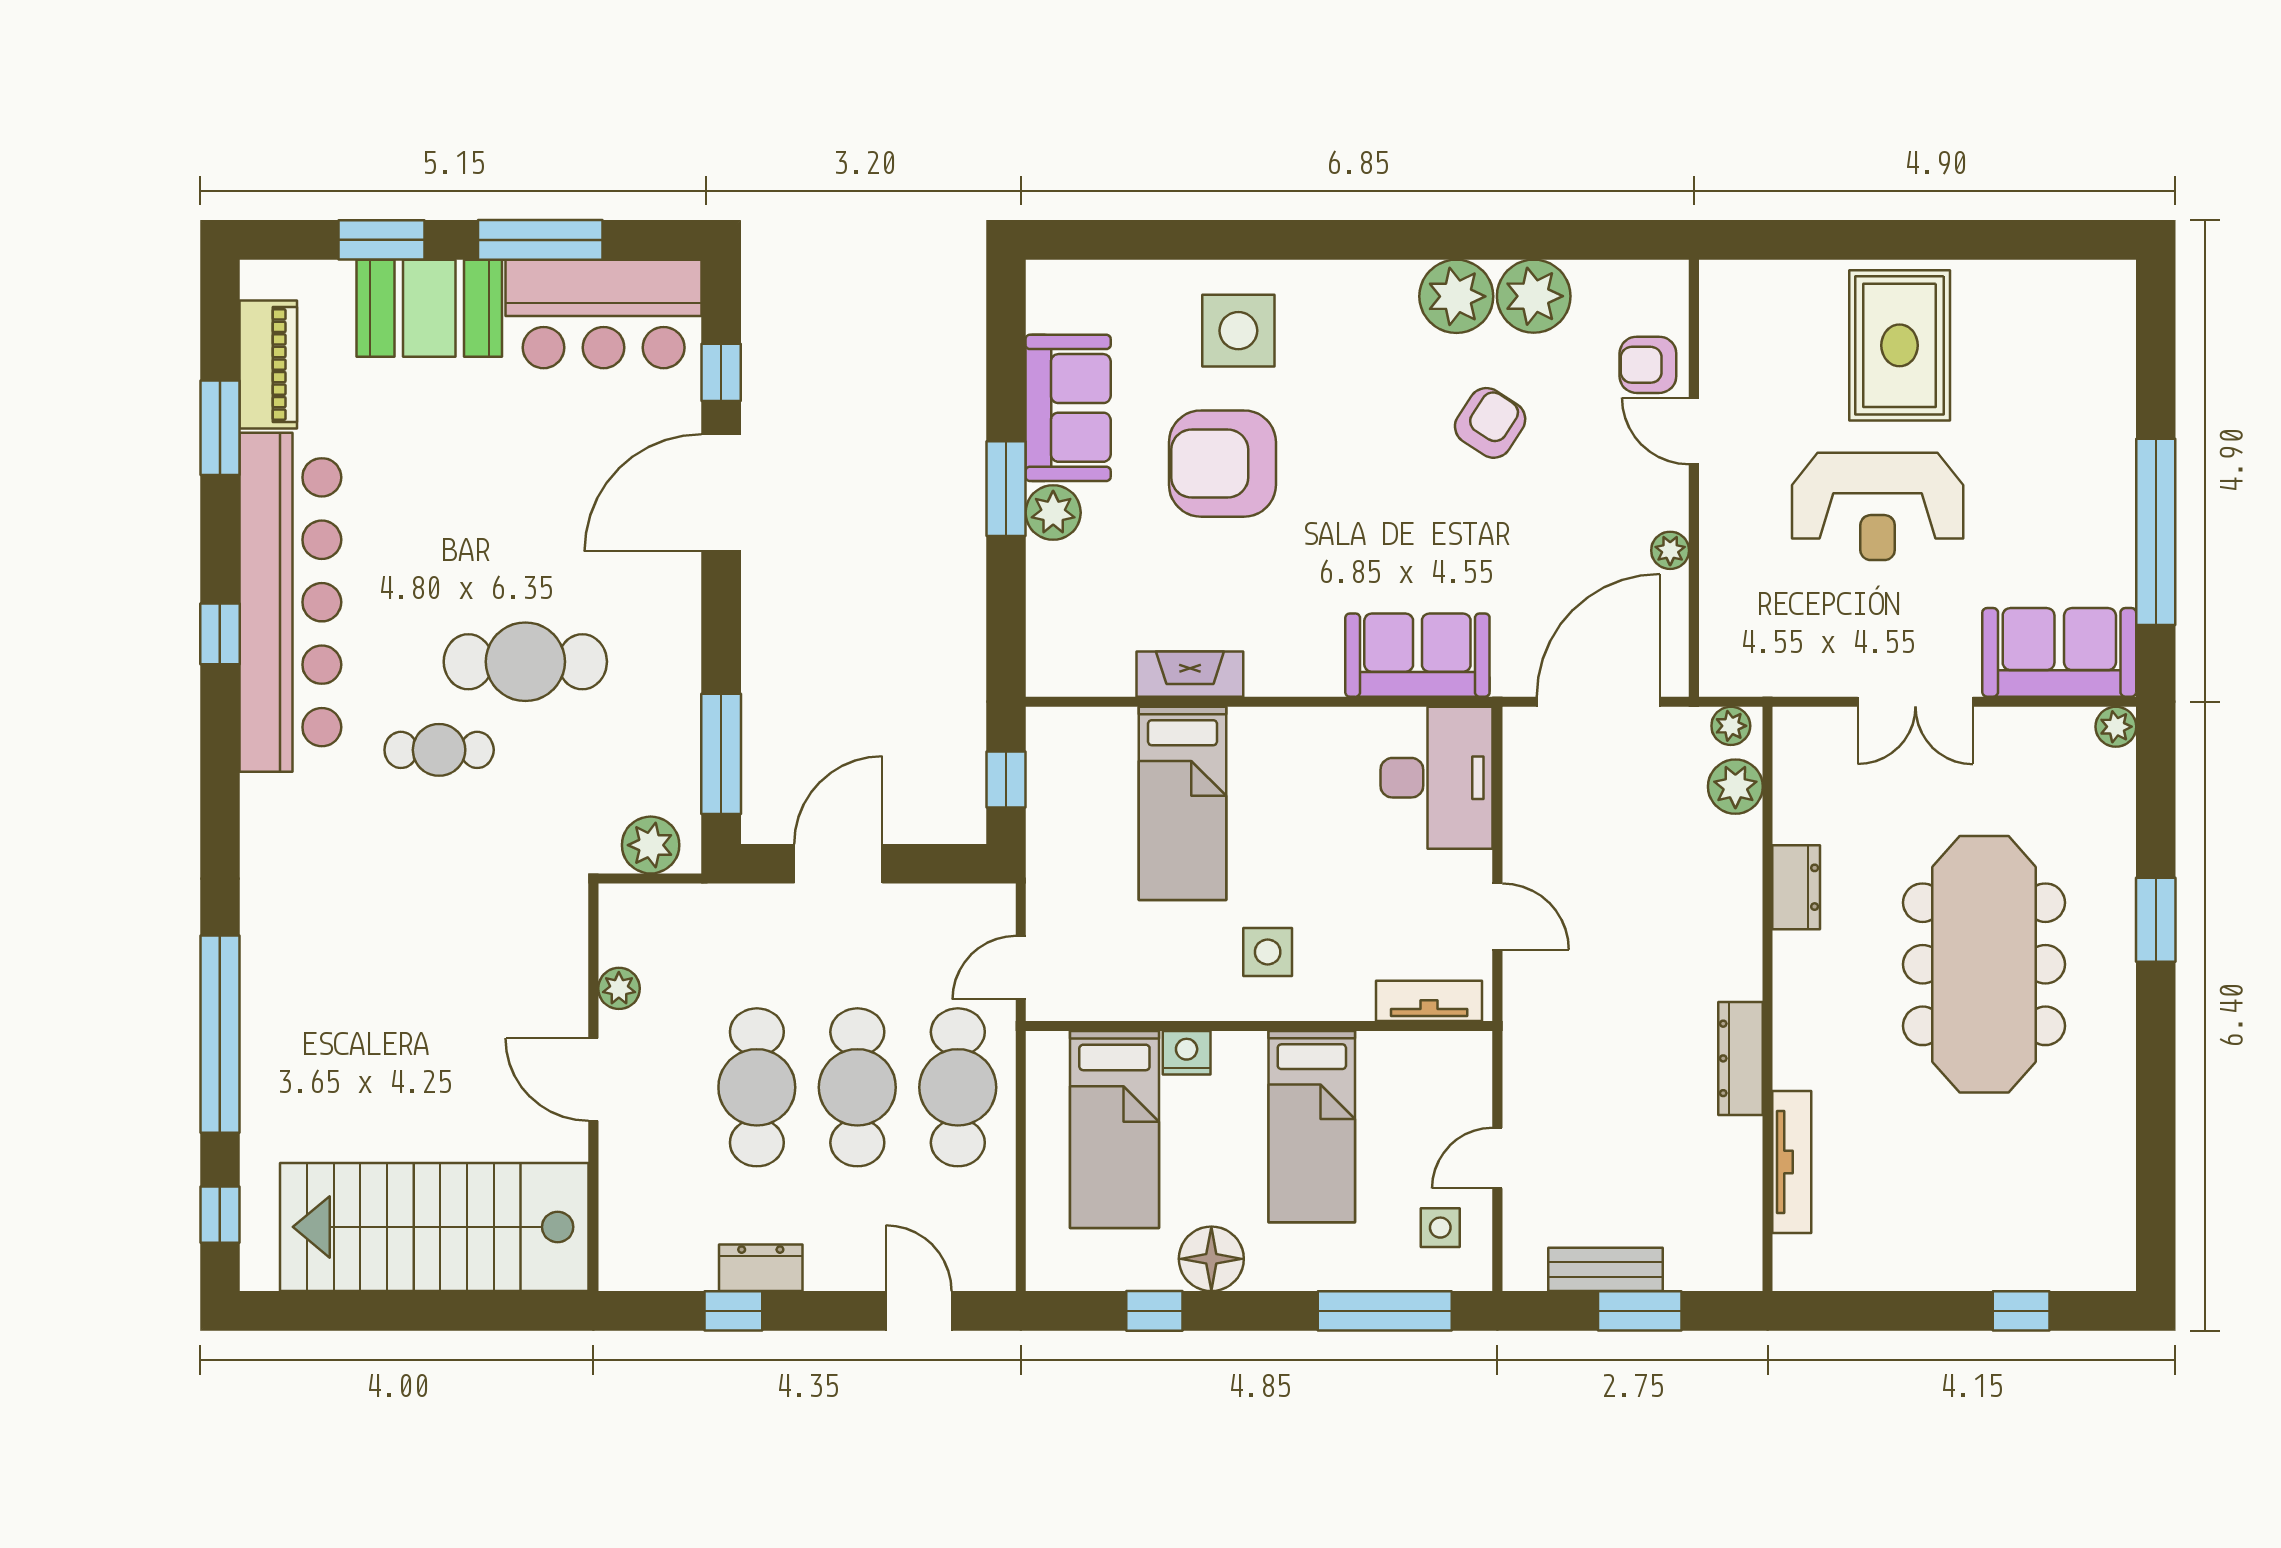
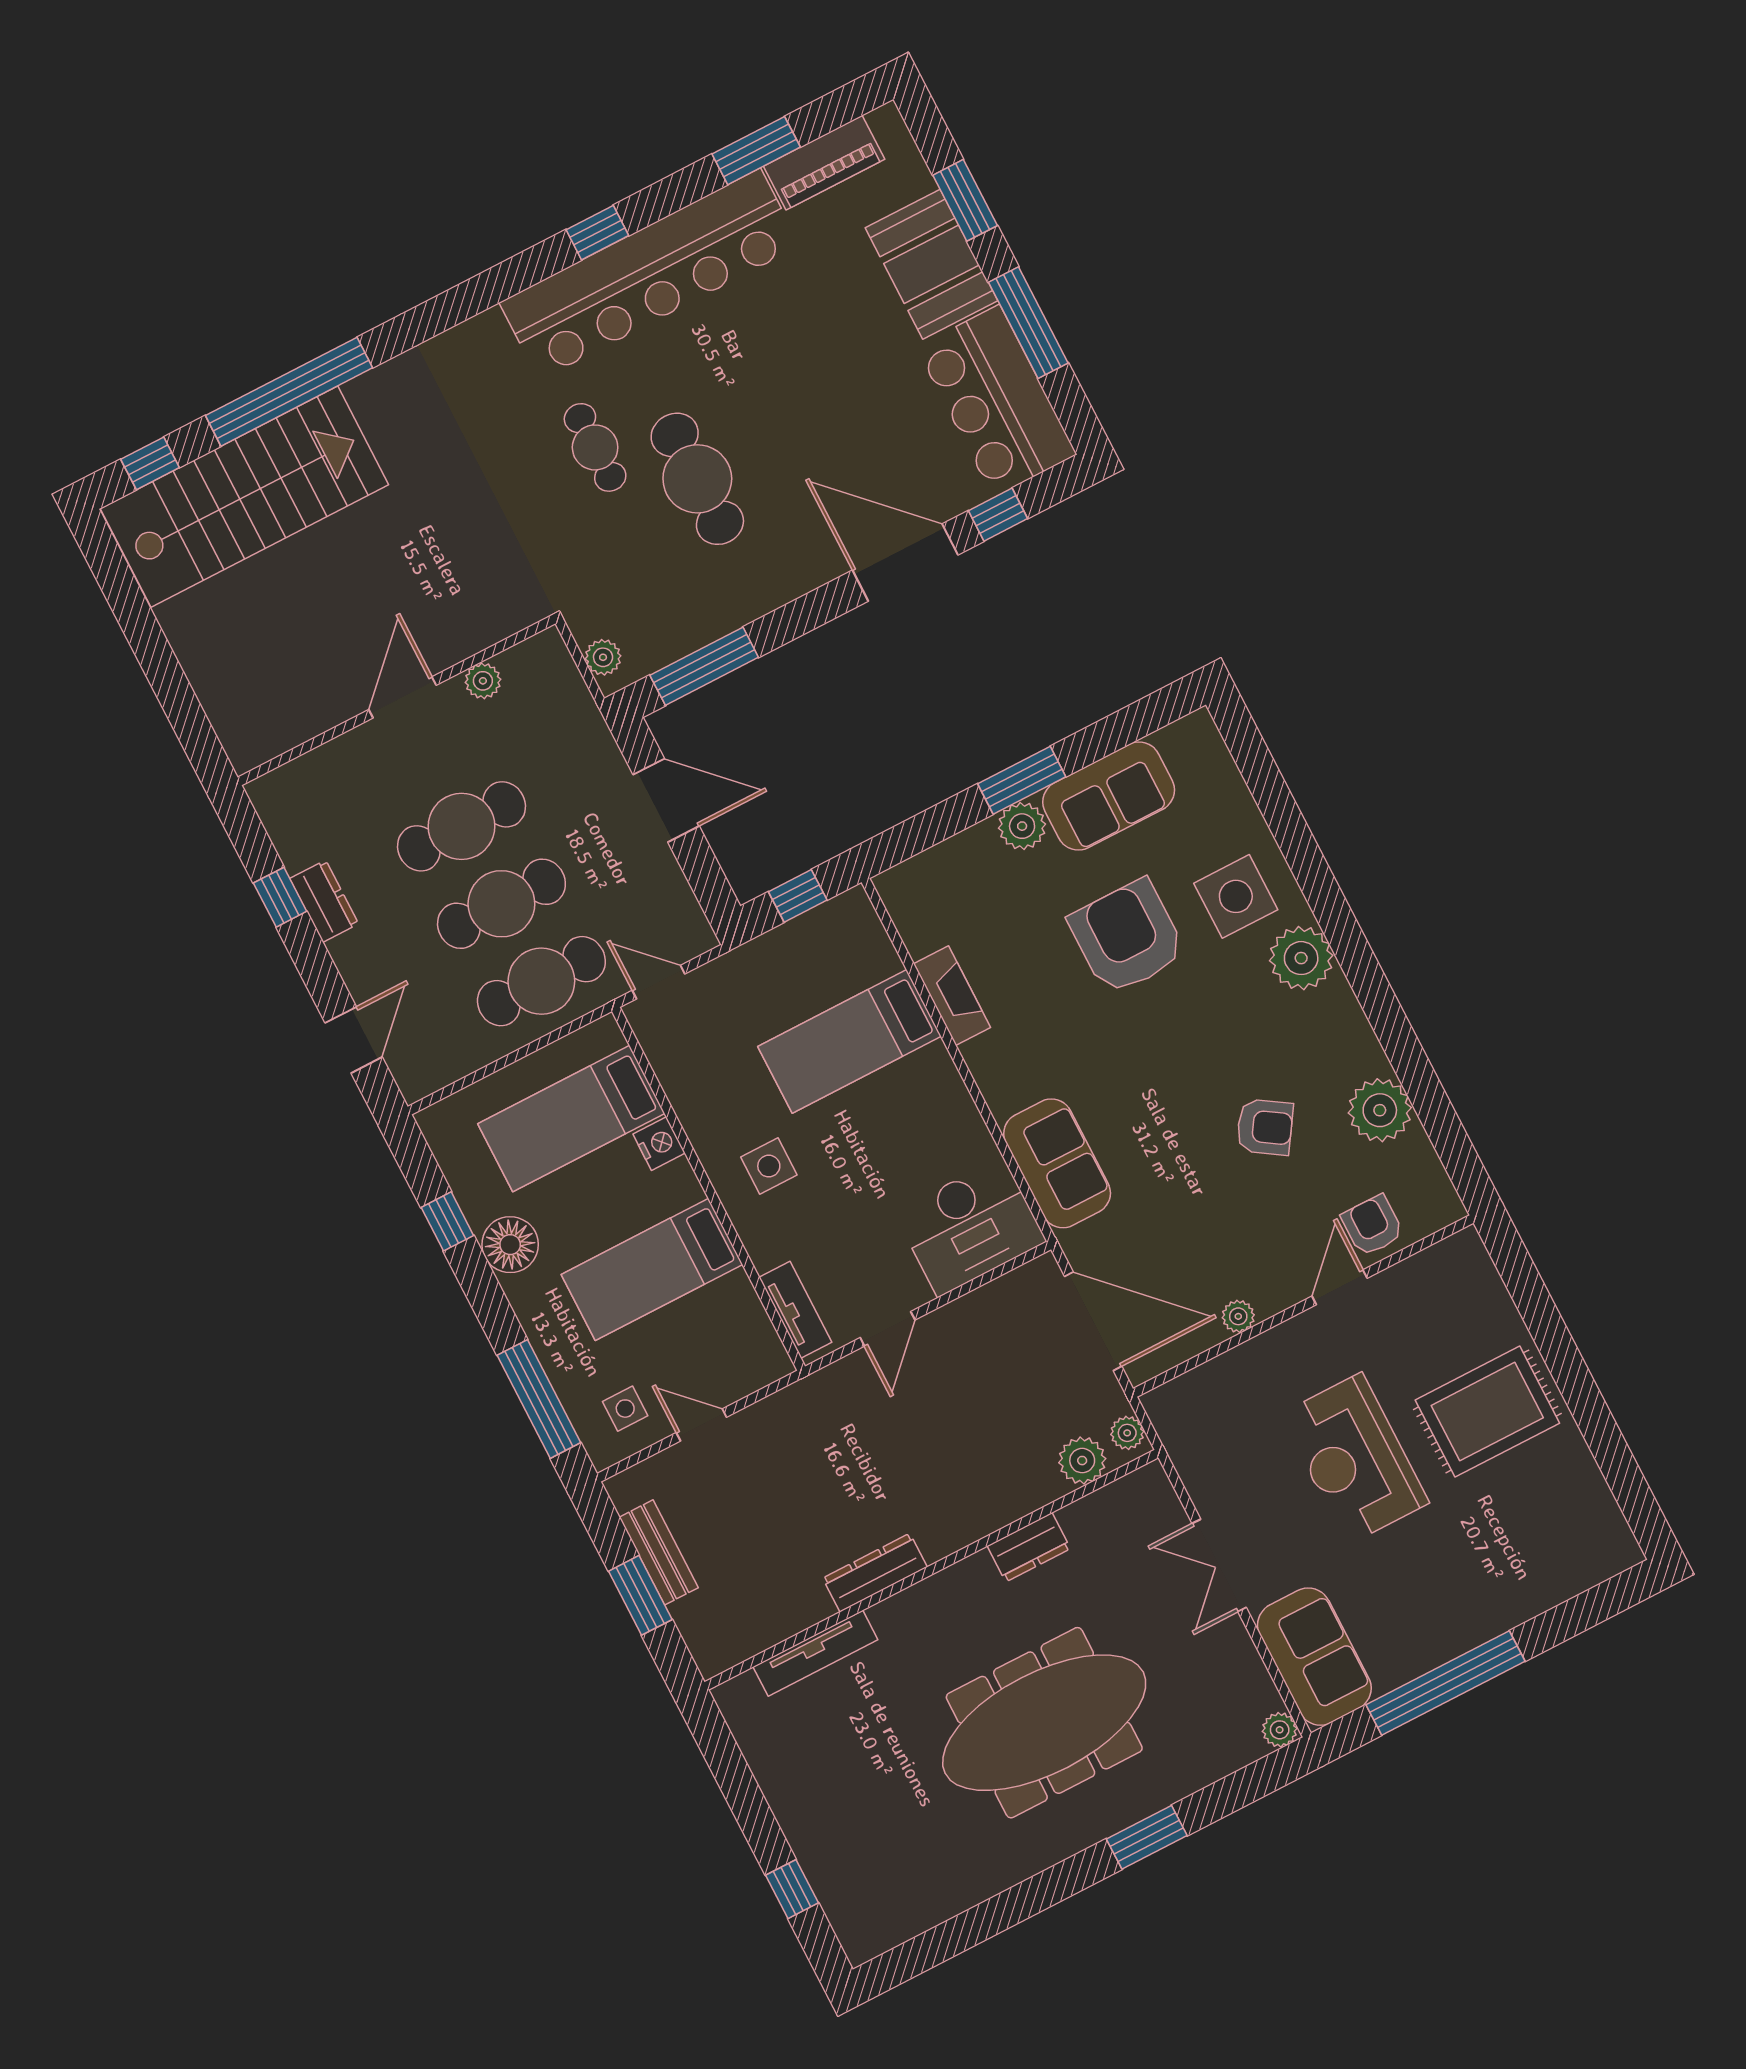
plant: (1456, 296) -> (1301, 958), moved
plant: (651, 845) -> (603, 657), width x0.73, depth x0.73
stairs: (434, 1227) -> (244, 497), moved, turned 90

